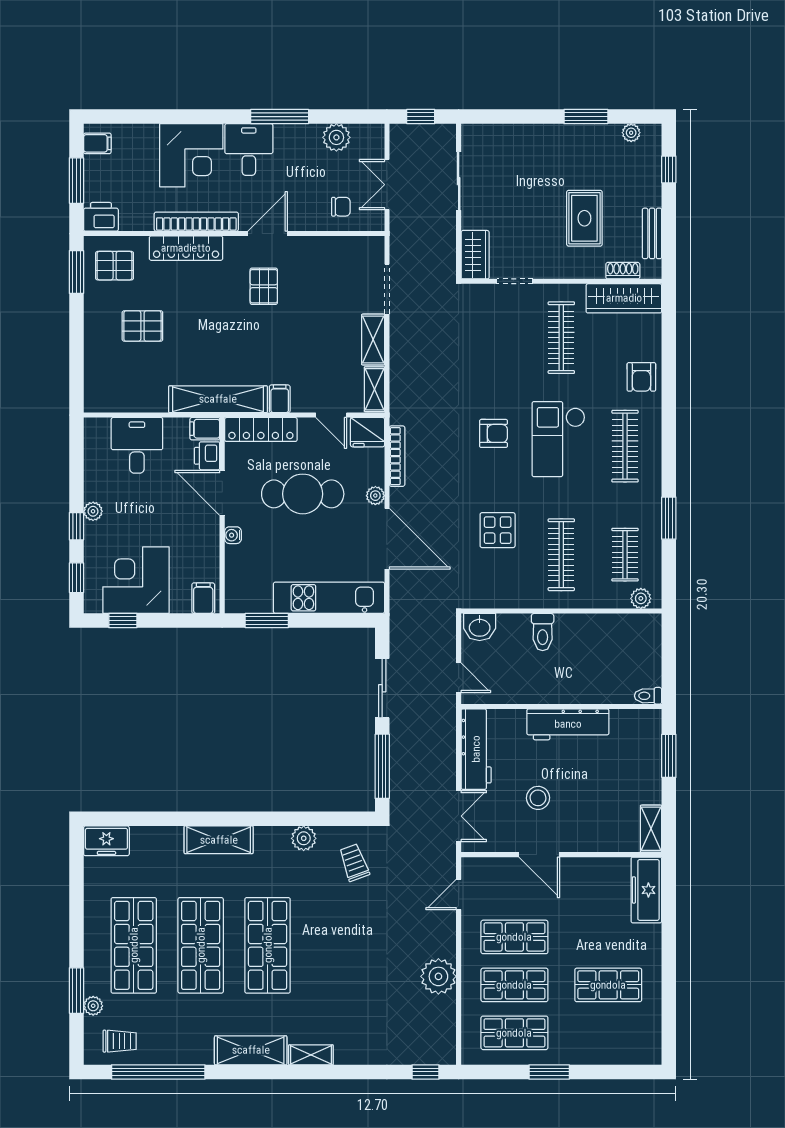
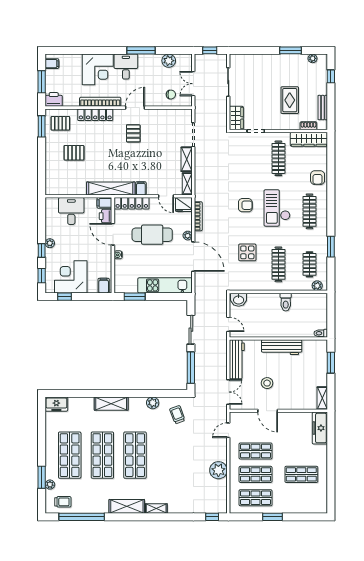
toilet: (543, 632) -> (286, 302), moved

